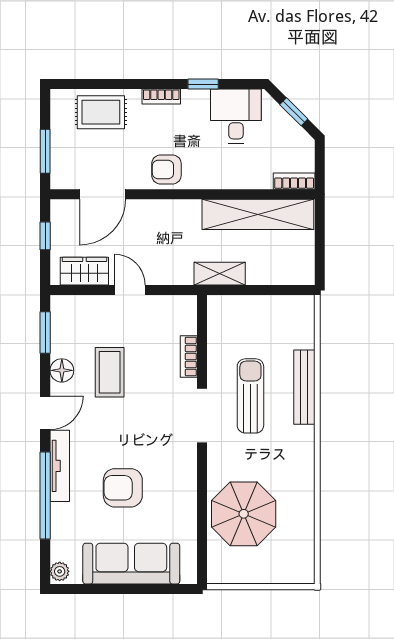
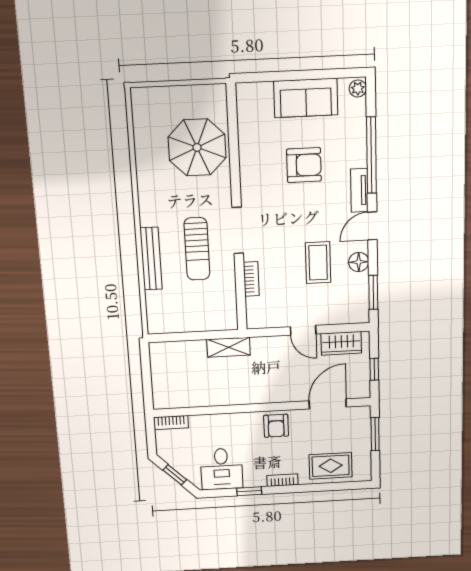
armchair: (166, 169) -> (276, 426), turned 90
shelving: (258, 214) -> (199, 395), removed
tv unit: (60, 466) -> (359, 190), width x0.71
sofa: (131, 564) -> (306, 98), width x0.73

